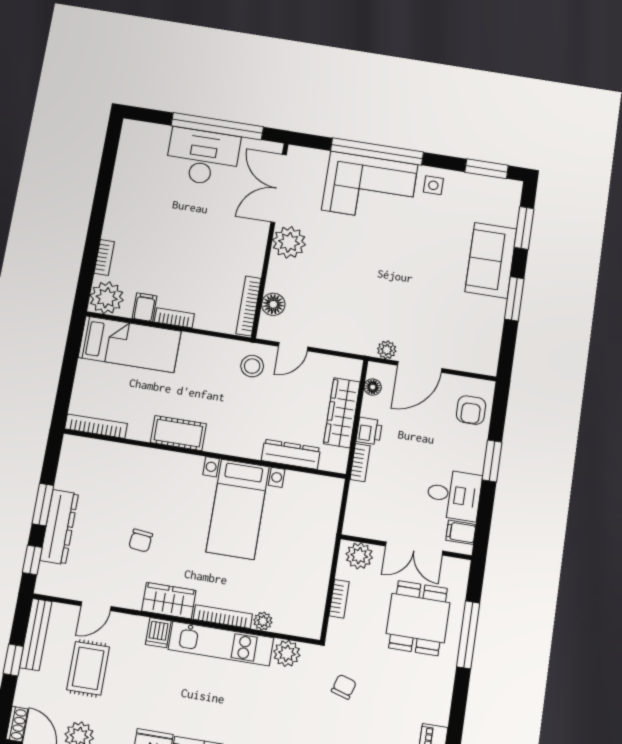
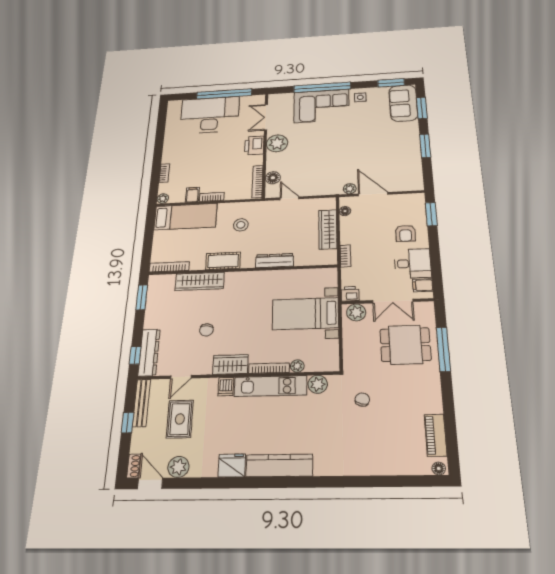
desk: (203, 157) -> (210, 115), width x1.36, depth x1.30
double door: (279, 188) -> (266, 117), width x0.73
printer: (253, 238) -> (254, 145), added
sofa: (491, 260) -> (403, 103), moved
plant: (107, 298) -> (163, 199), width x0.53, depth x0.53
door: (293, 347) -> (289, 198), swing flipped
stool: (252, 366) -> (241, 225), moved
door: (420, 367) -> (373, 194), swing flipped
armchair: (471, 410) -> (405, 233), moved
printer: (369, 431) -> (350, 294), moved, turned -90
dresser: (291, 454) -> (275, 261), moved
wardrobe: (139, 460) -> (200, 281), added
window: (492, 461) -> (431, 214), moved
window: (43, 505) -> (142, 297), moved
bed with nightstands: (238, 509) -> (305, 314), moved, turned 90
dresser: (59, 527) -> (149, 352), moved
bookcase: (339, 599) -> (348, 342), removed
dining table: (418, 618) -> (405, 345), turned 90

